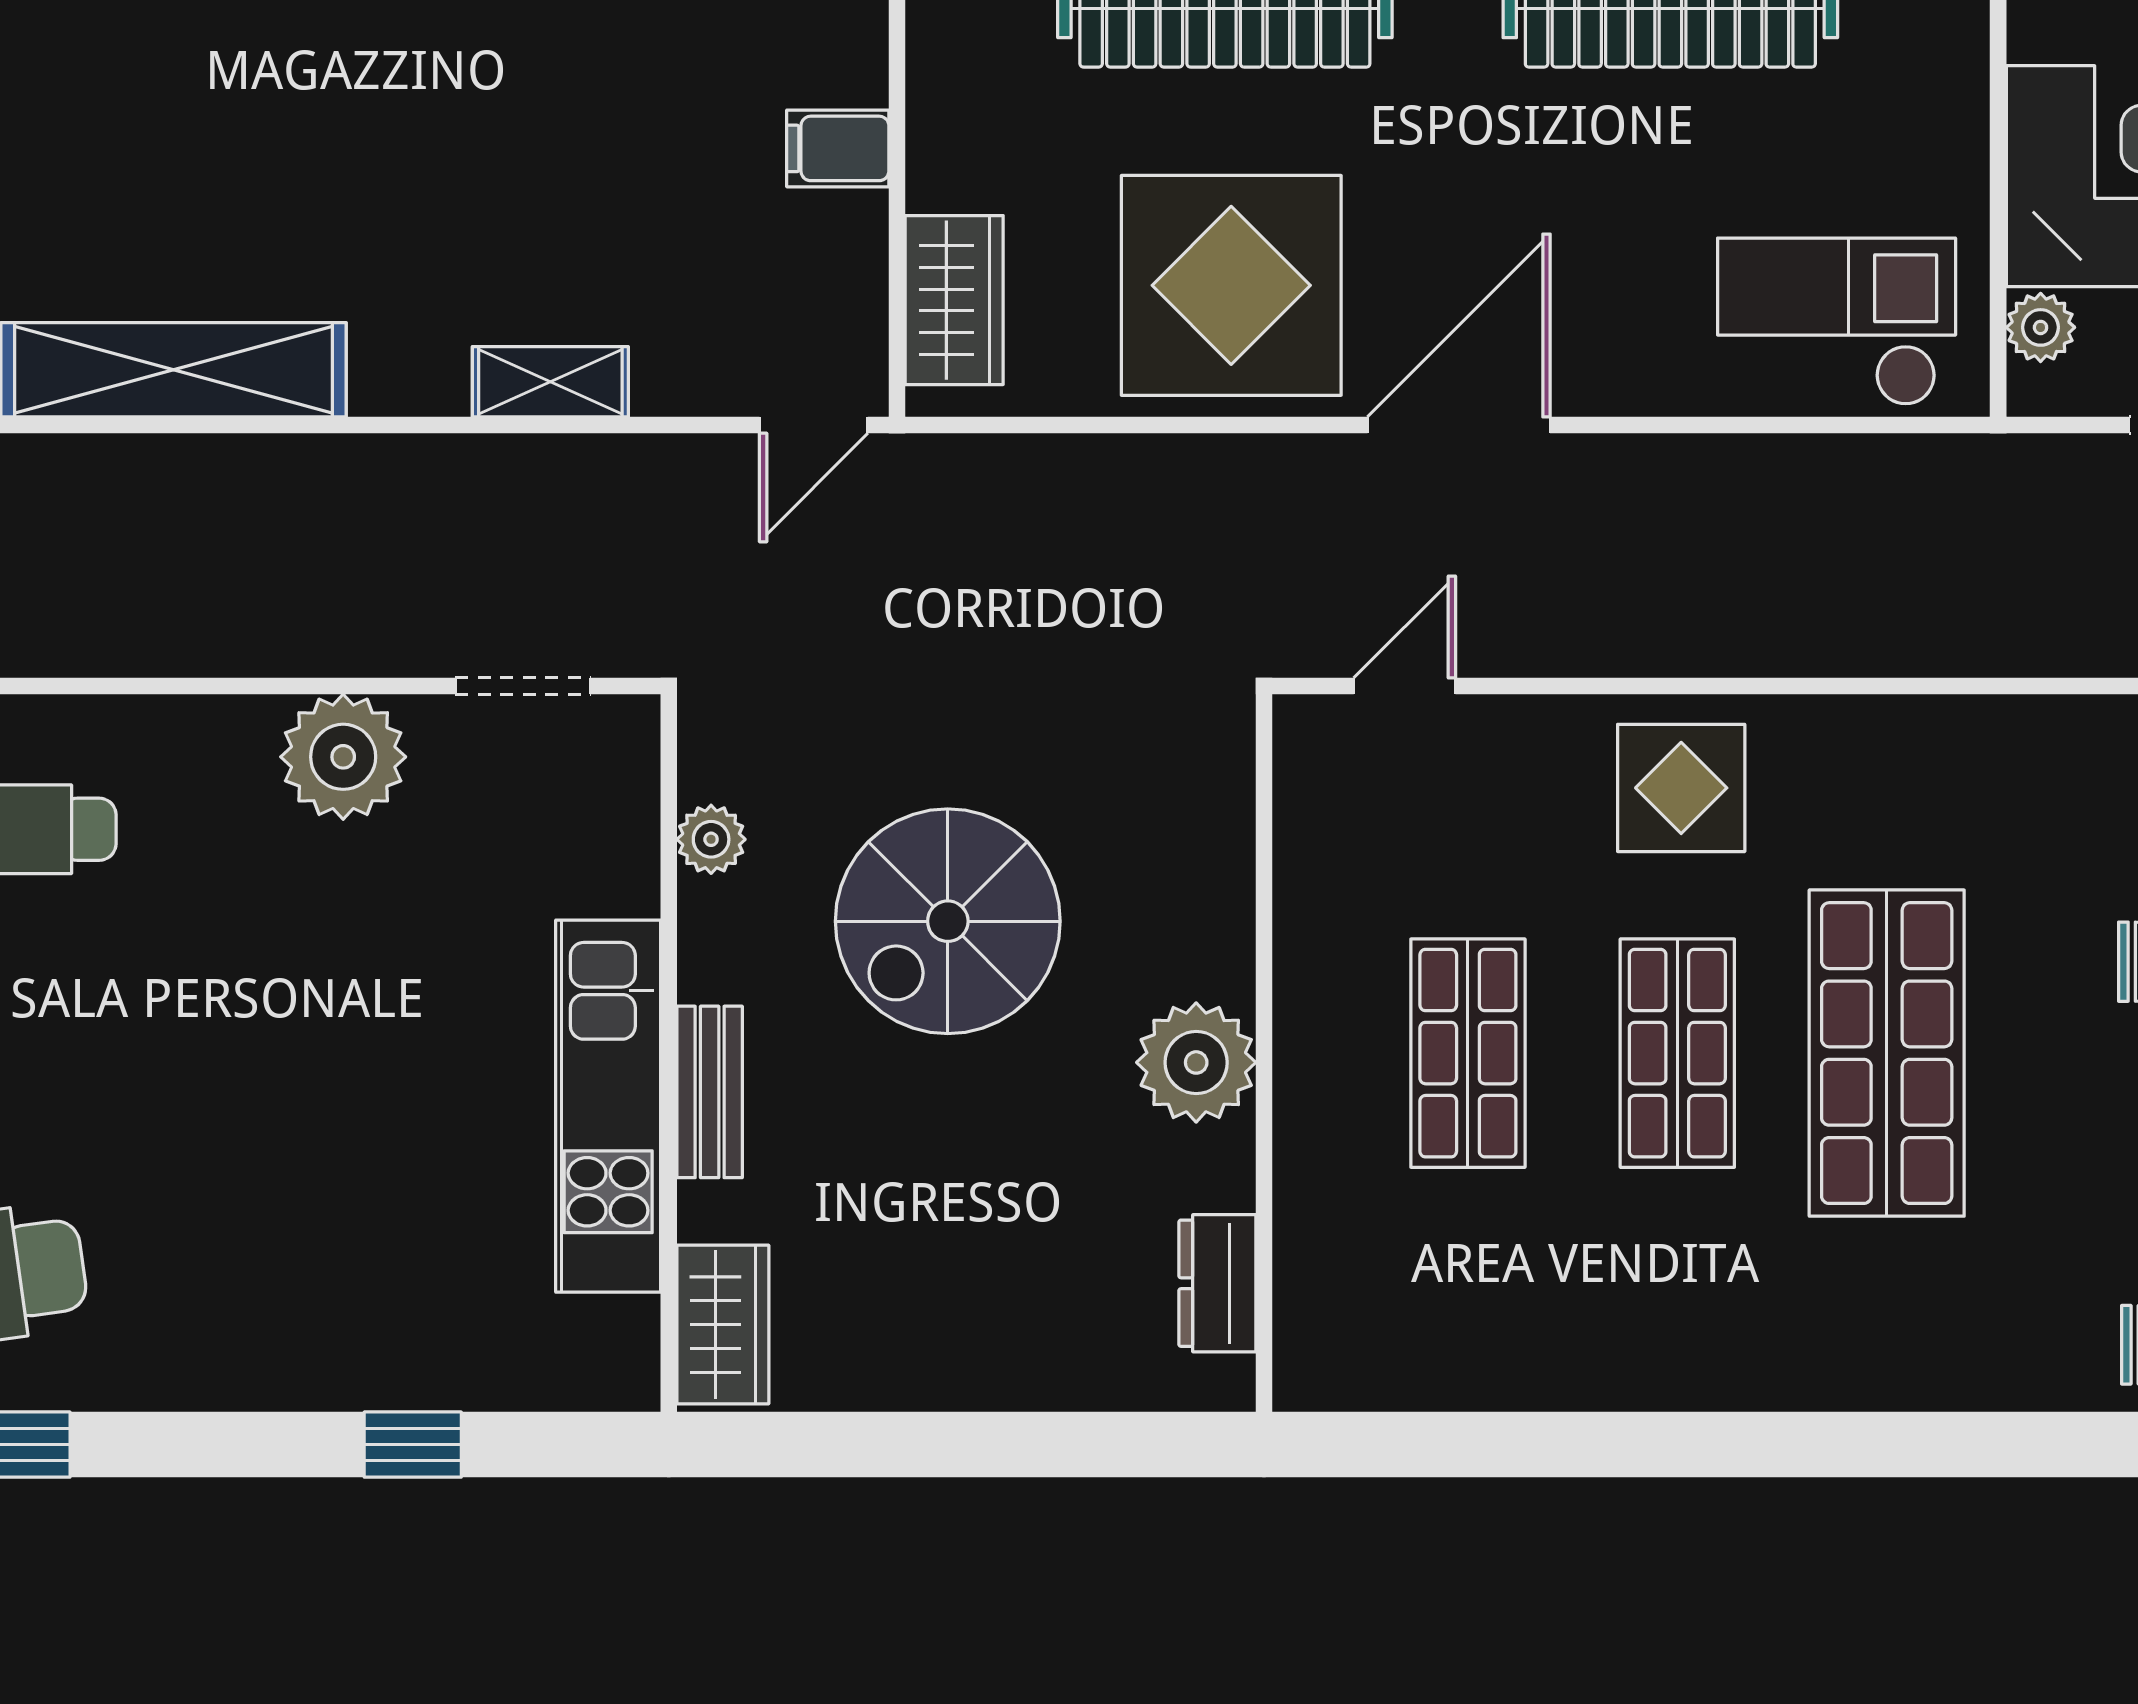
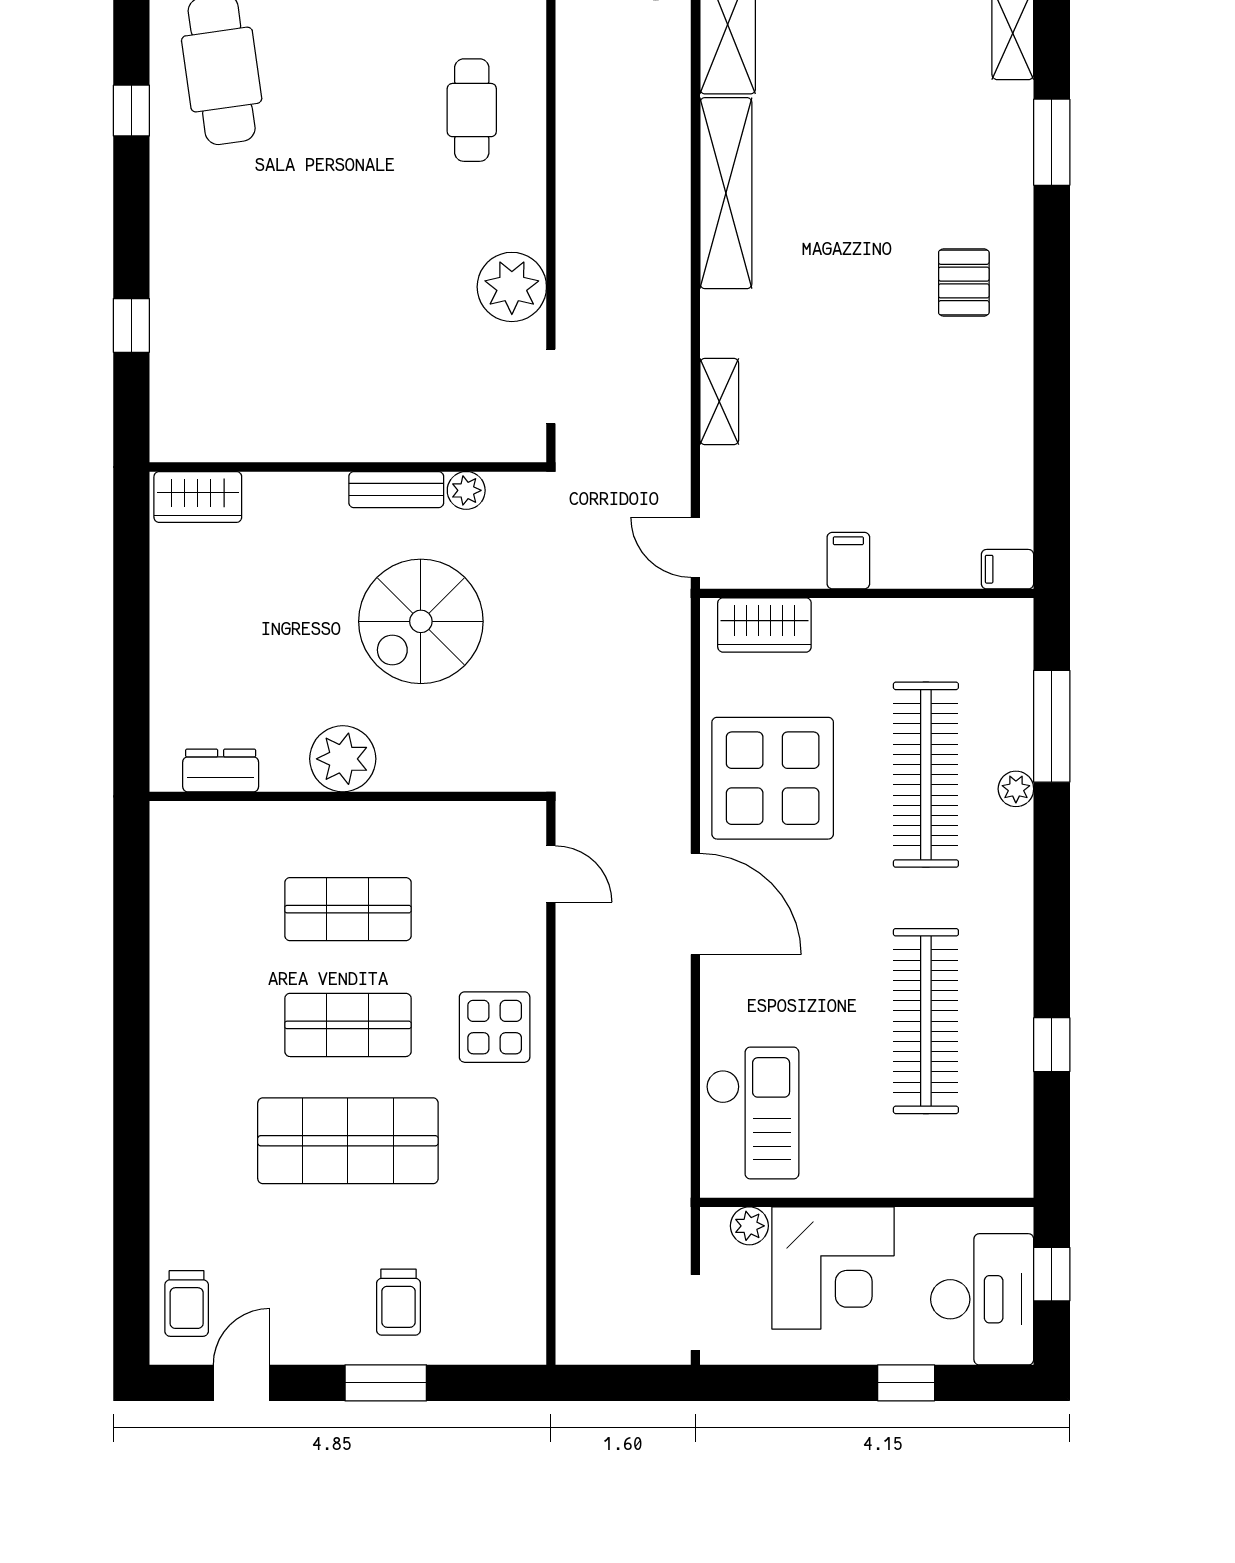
spiral stairs: (948, 921) -> (421, 621), turned -90
bench: (710, 1092) -> (396, 490), moved
kitchen unit: (608, 1106) -> (319, 433), removed

